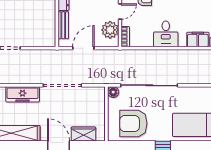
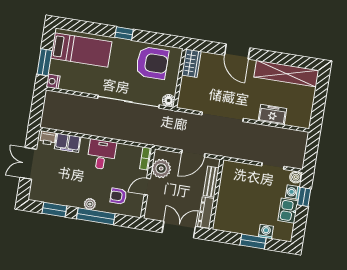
freezer: (23, 94) -> (272, 115), width x0.71
wardrobe: (83, 134) -> (191, 63), moved, turned -90

